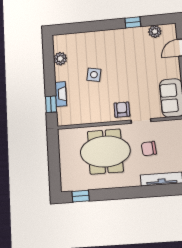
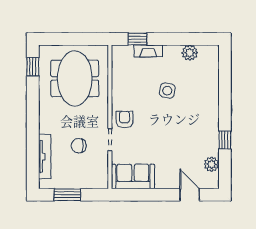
armchair: (122, 110) -> (124, 119), turned -90
chair: (149, 149) -> (79, 146), turned -86
meeting table: (105, 151) -> (75, 78), moved

